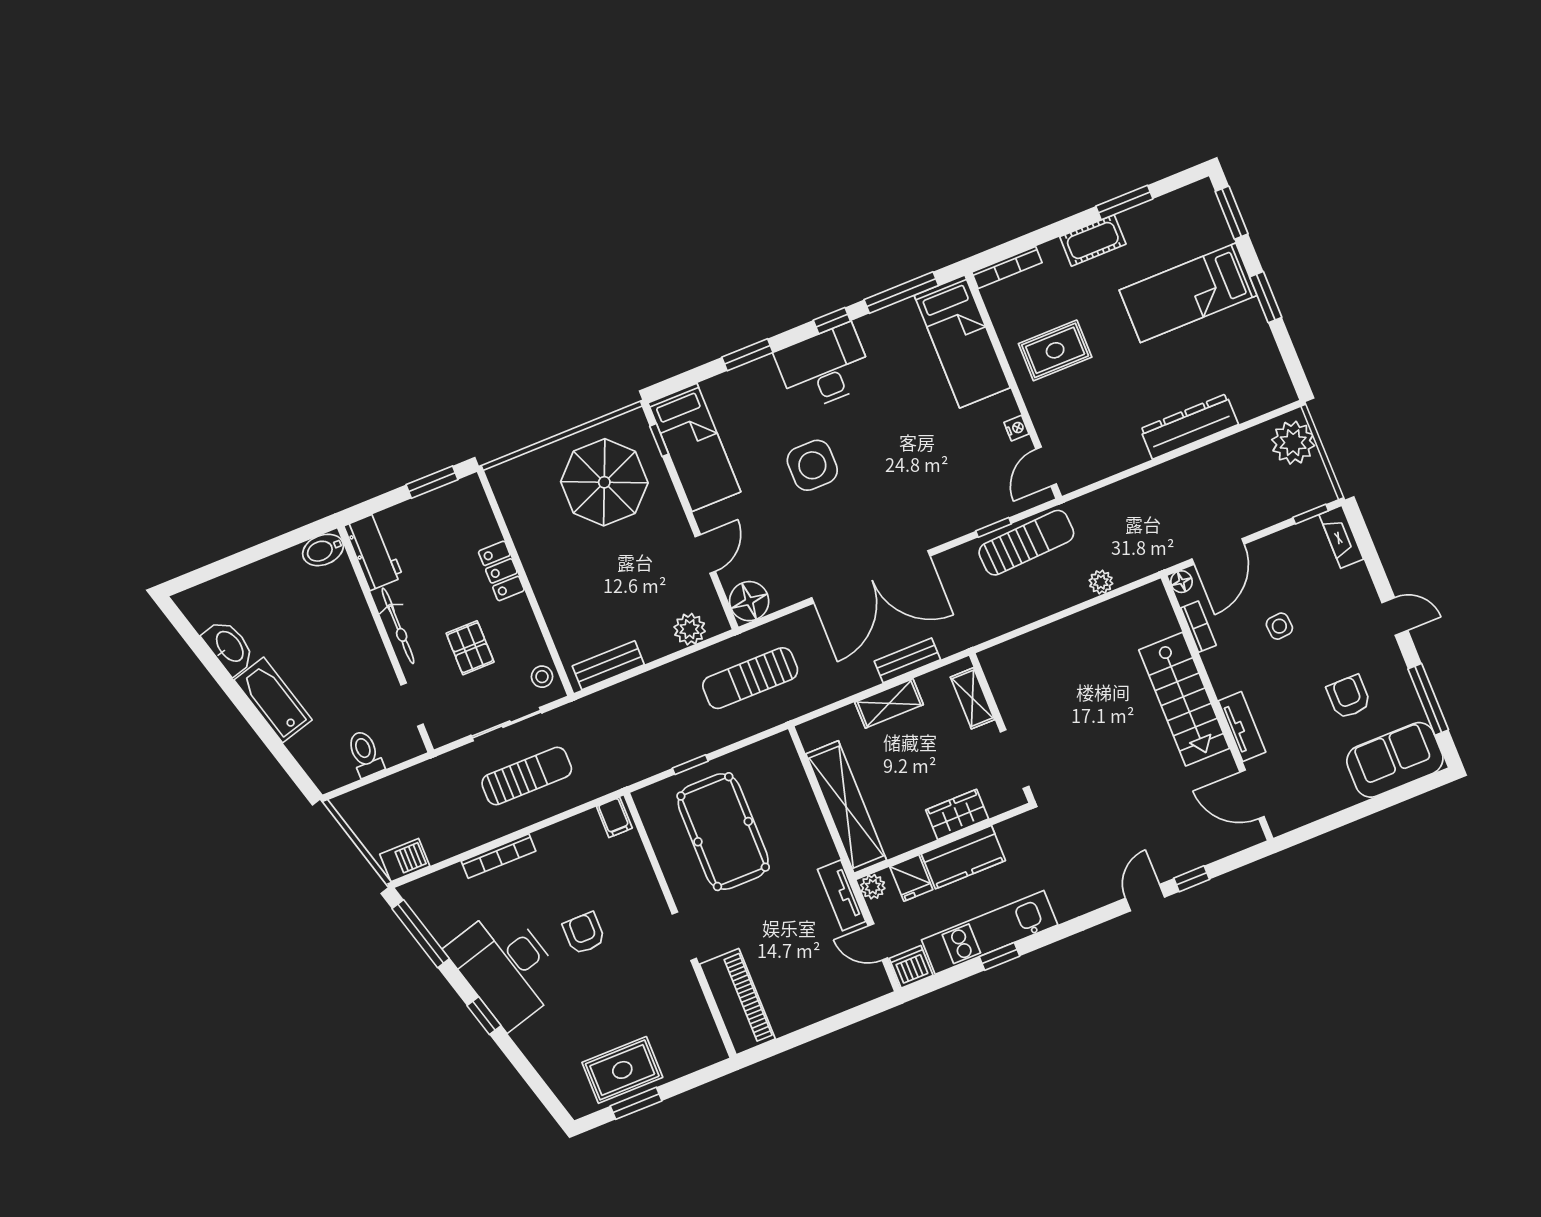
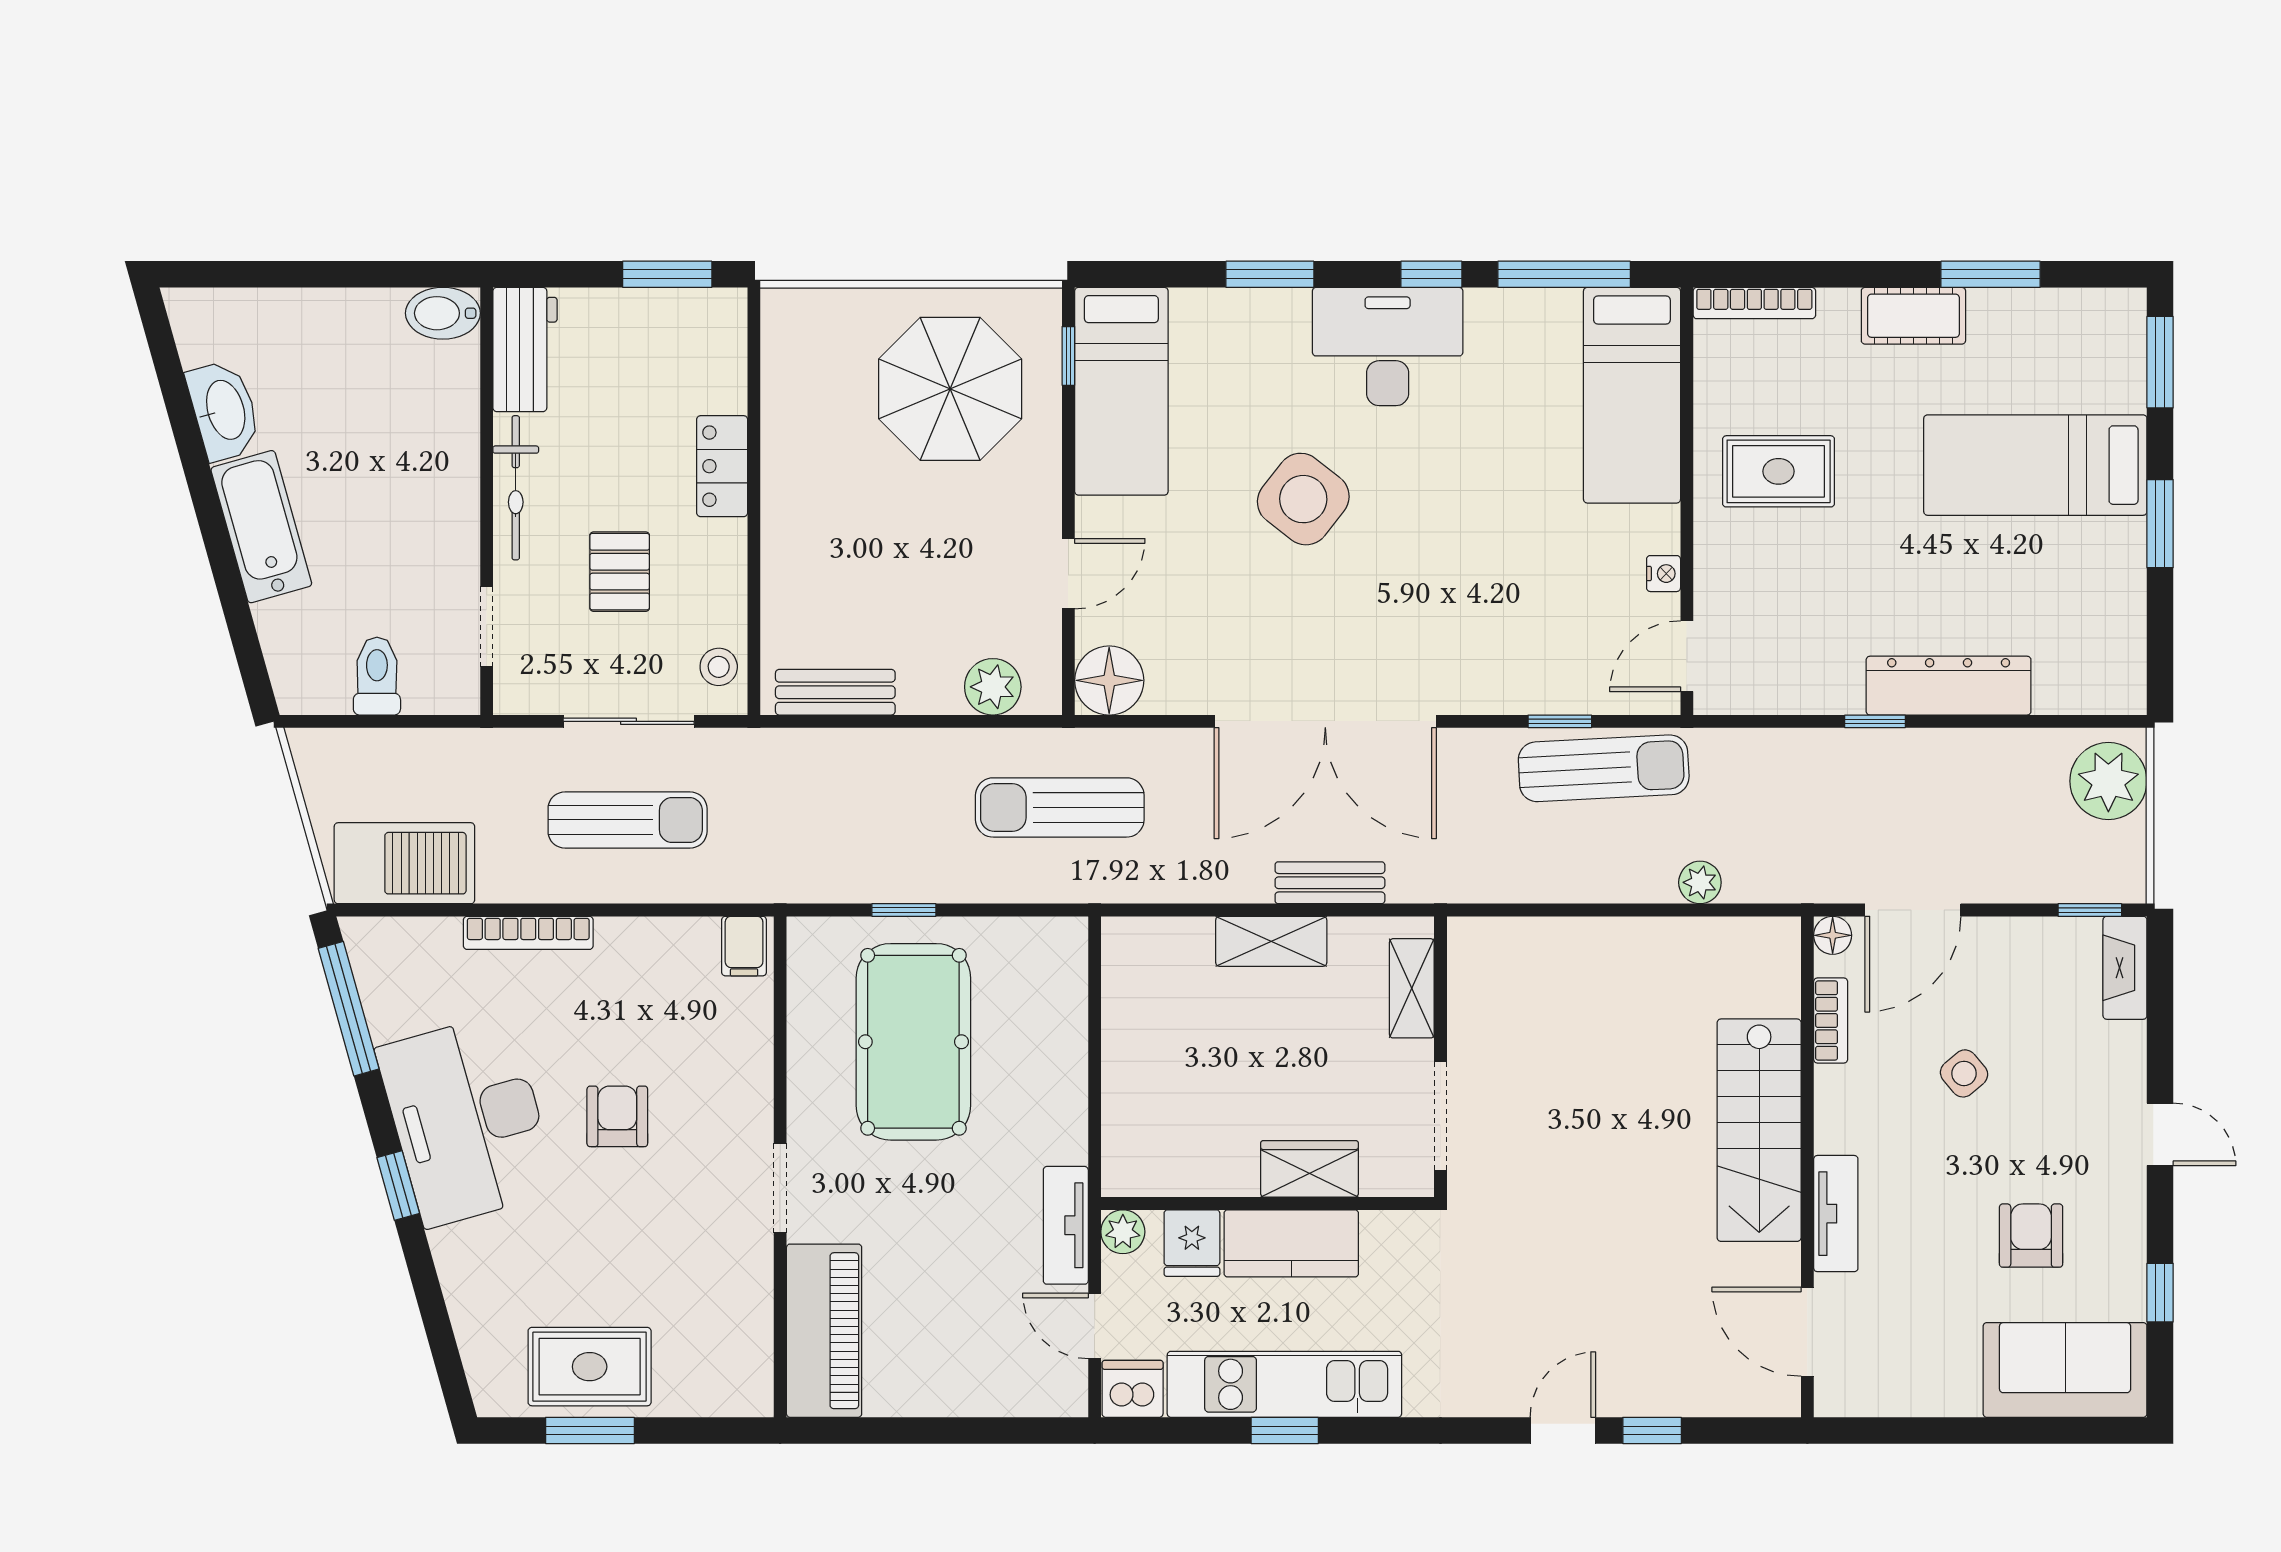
window: (1158, 461) -> (1875, 721), added
side table: (812, 465) -> (1303, 499), turned 38
side table: (1279, 626) -> (1964, 1073), turned -36
window: (1428, 699) -> (2160, 1293), width x0.46
shelving: (846, 807) -> (1132, 1083), removed
barbecue: (405, 860) -> (404, 863), width x1.88, depth x1.53

